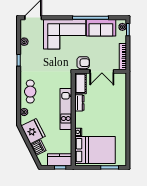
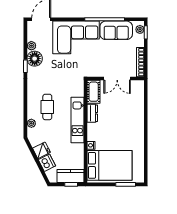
floor lamp: (27, 53) -> (35, 59), added
armchair: (83, 63) -> (97, 69), removed
cafe table: (30, 92) -> (47, 107), moved
fridge: (33, 131) -> (41, 150), width x0.53, depth x0.75

